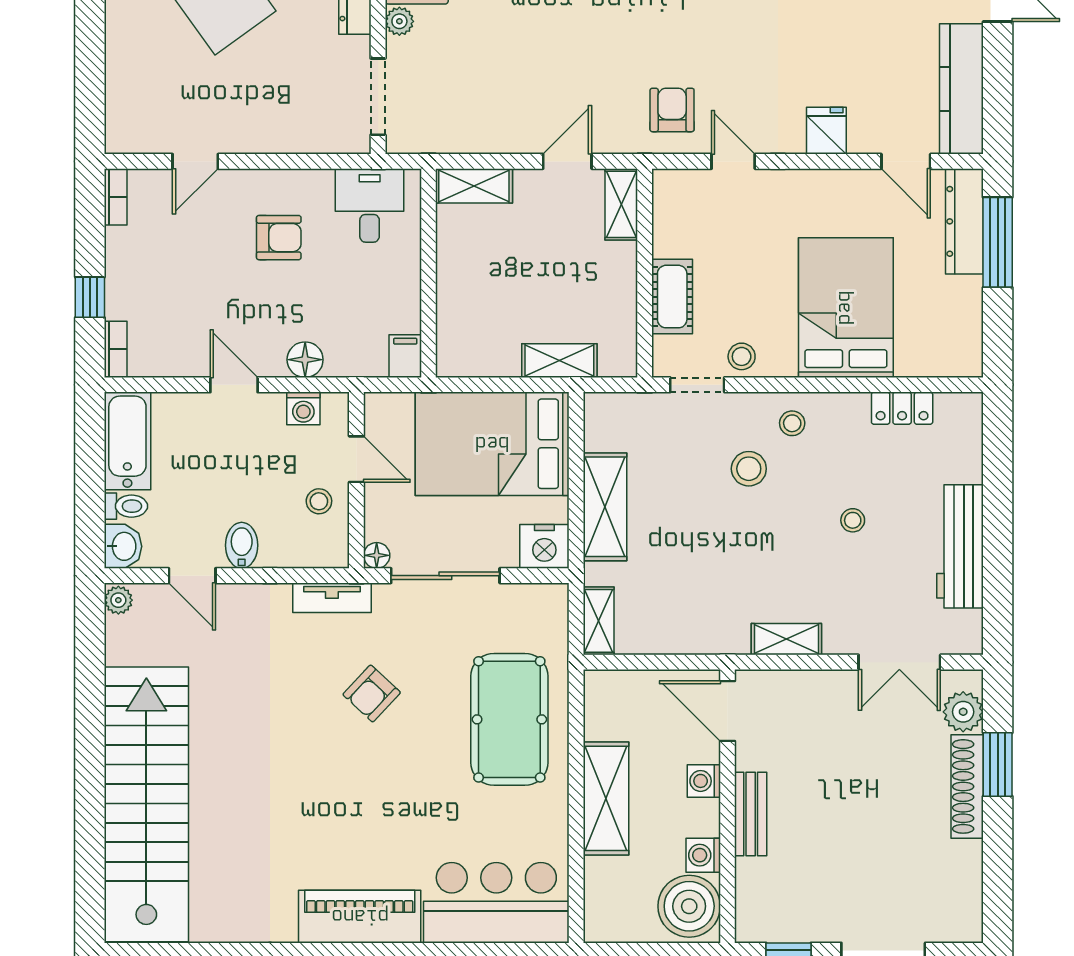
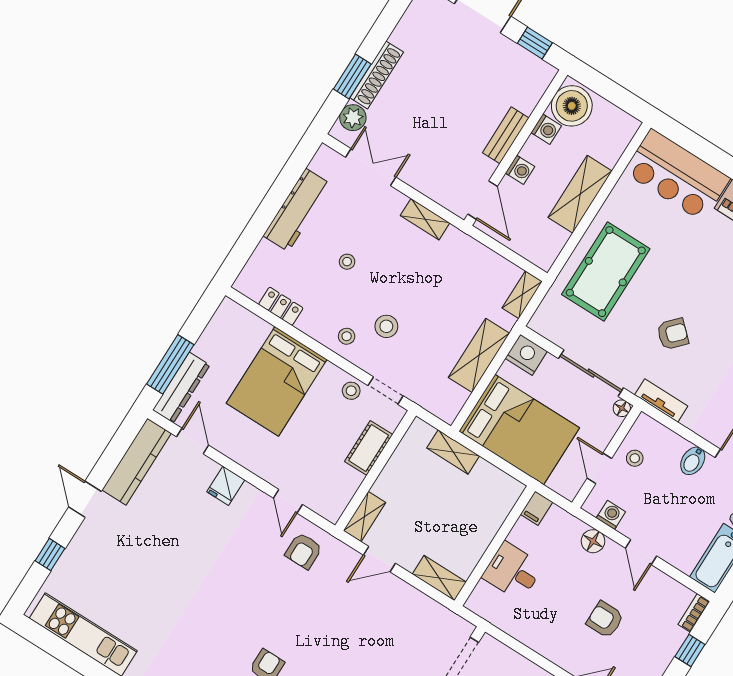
desk: (370, 205) -> (513, 571), moved, turned 90
armchair: (279, 238) -> (605, 620), moved

